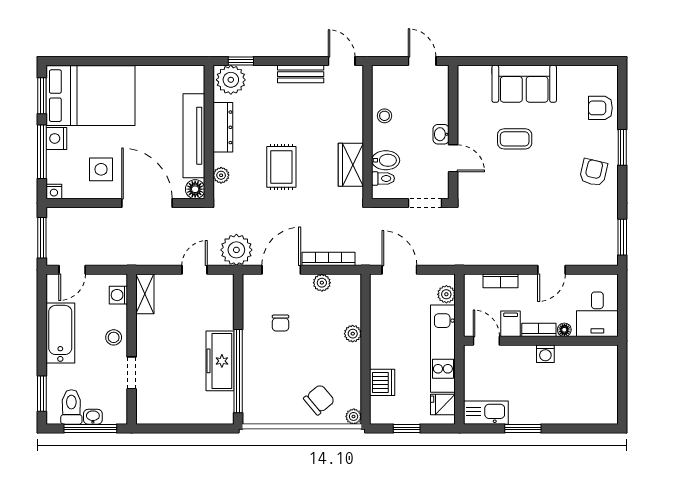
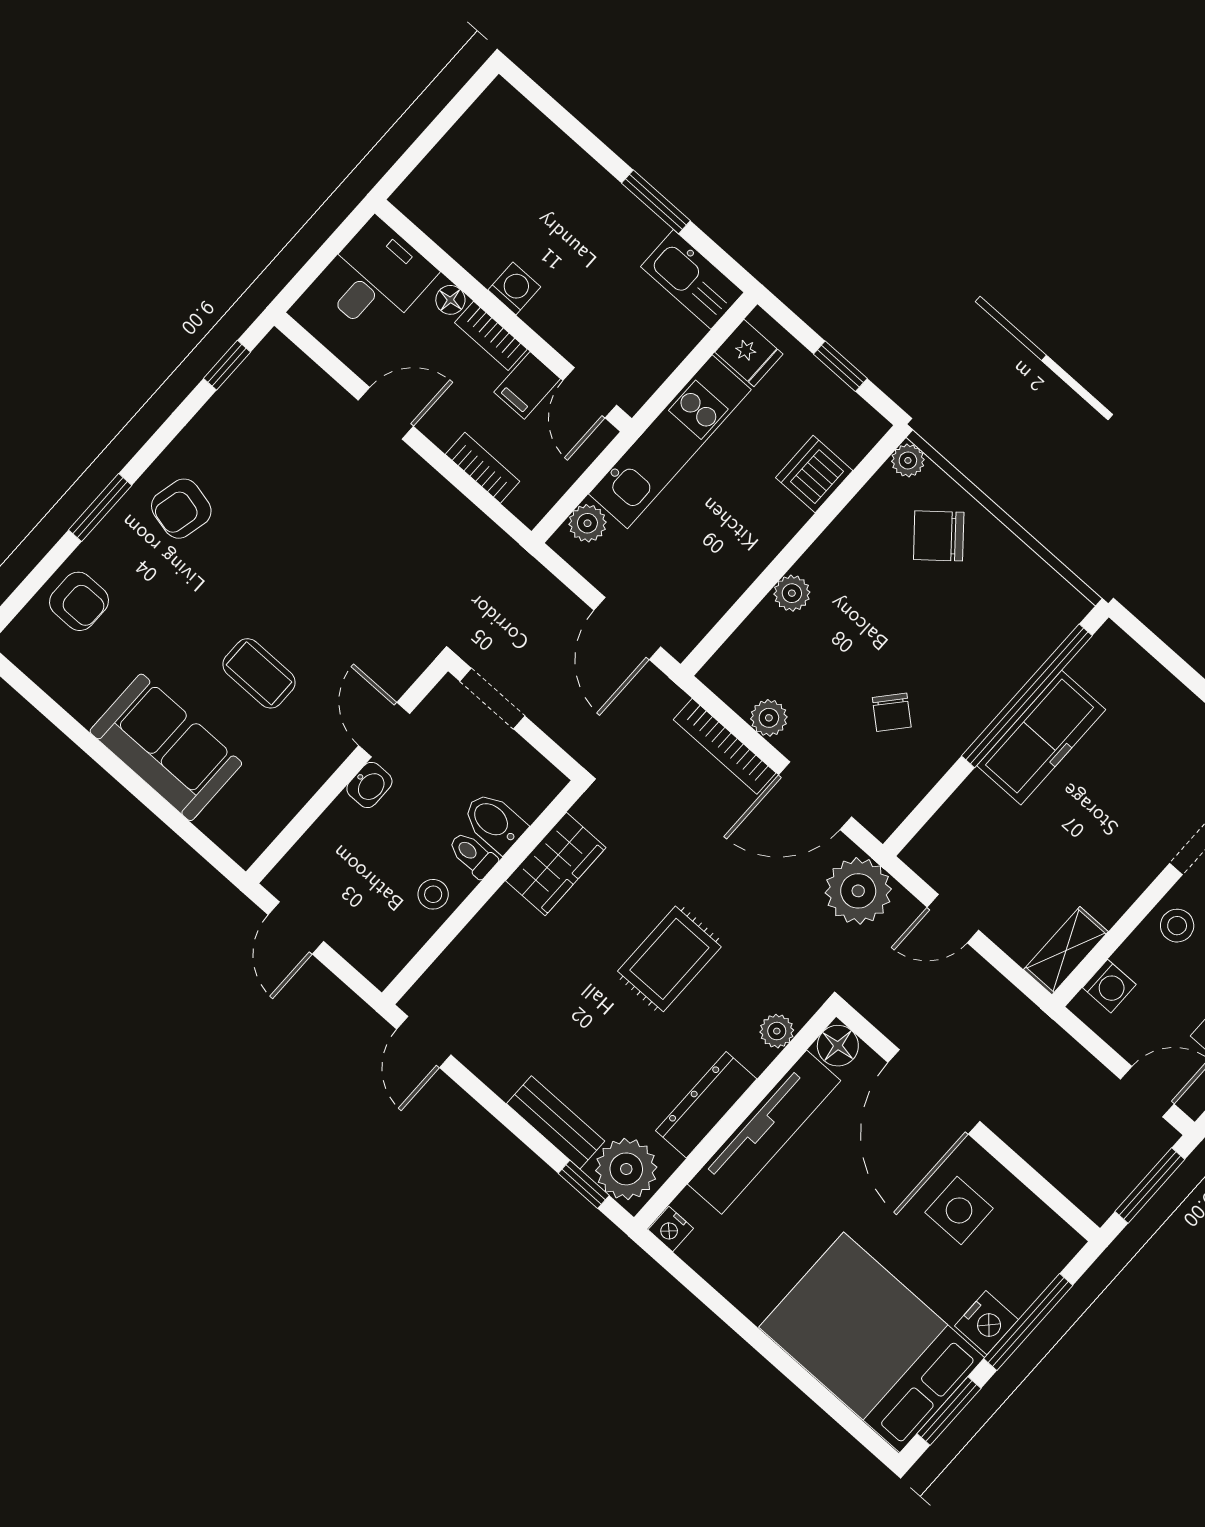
bench: (301, 74) -> (556, 1122), moved
toilet: (383, 178) -> (473, 855), moved
nightstand: (54, 191) -> (671, 1229), moved, turned 180
window: (622, 237) -> (227, 365), width x0.67
chair: (280, 323) -> (892, 712), turned 131

